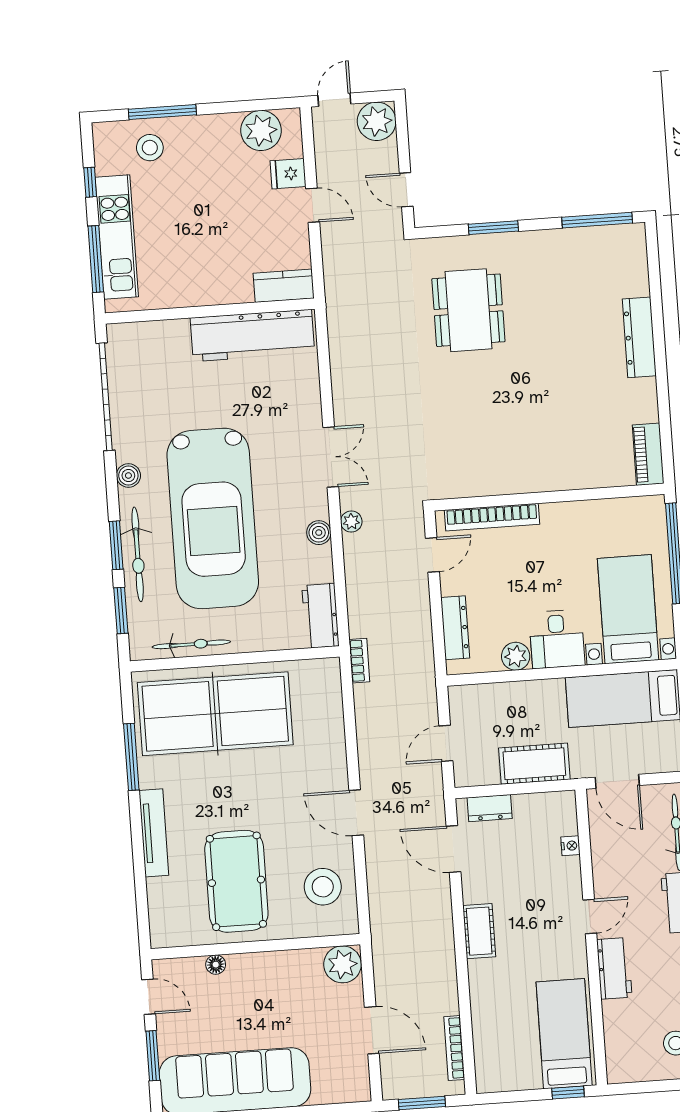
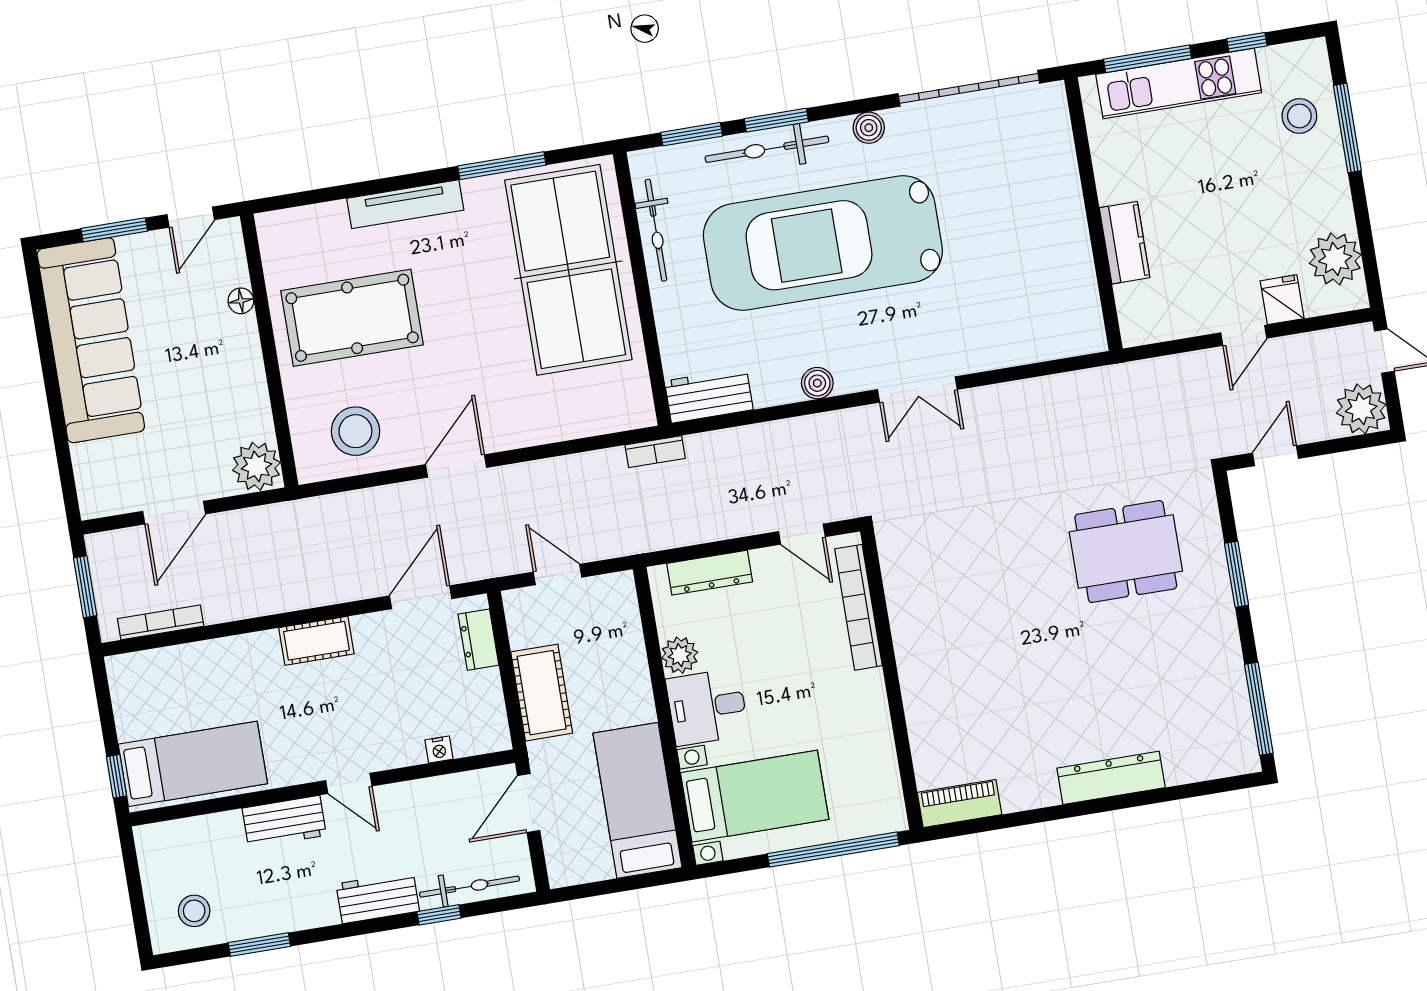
kitchen counter: (284, 286) -> (1125, 243), moved
workbench: (252, 335) -> (1067, 273), removed
plant: (351, 522) -> (836, 424), removed

